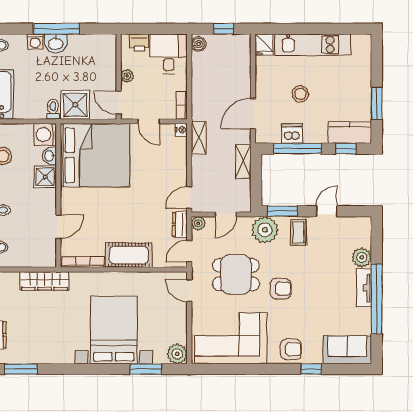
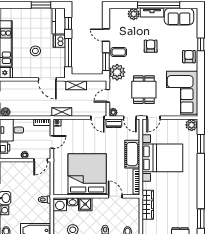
shower: (75, 105) -> (42, 186), removed
dishwasher: (292, 134) -> (59, 41), moved
bed: (95, 155) -> (87, 174), moved
door: (226, 214) -> (108, 96), swing flipped
armchair: (281, 289) -> (151, 46), moved
bed with nightstands: (114, 330) -> (162, 158), moved, turned 180
sofa: (347, 350) -> (179, 17), moved, turned -90

